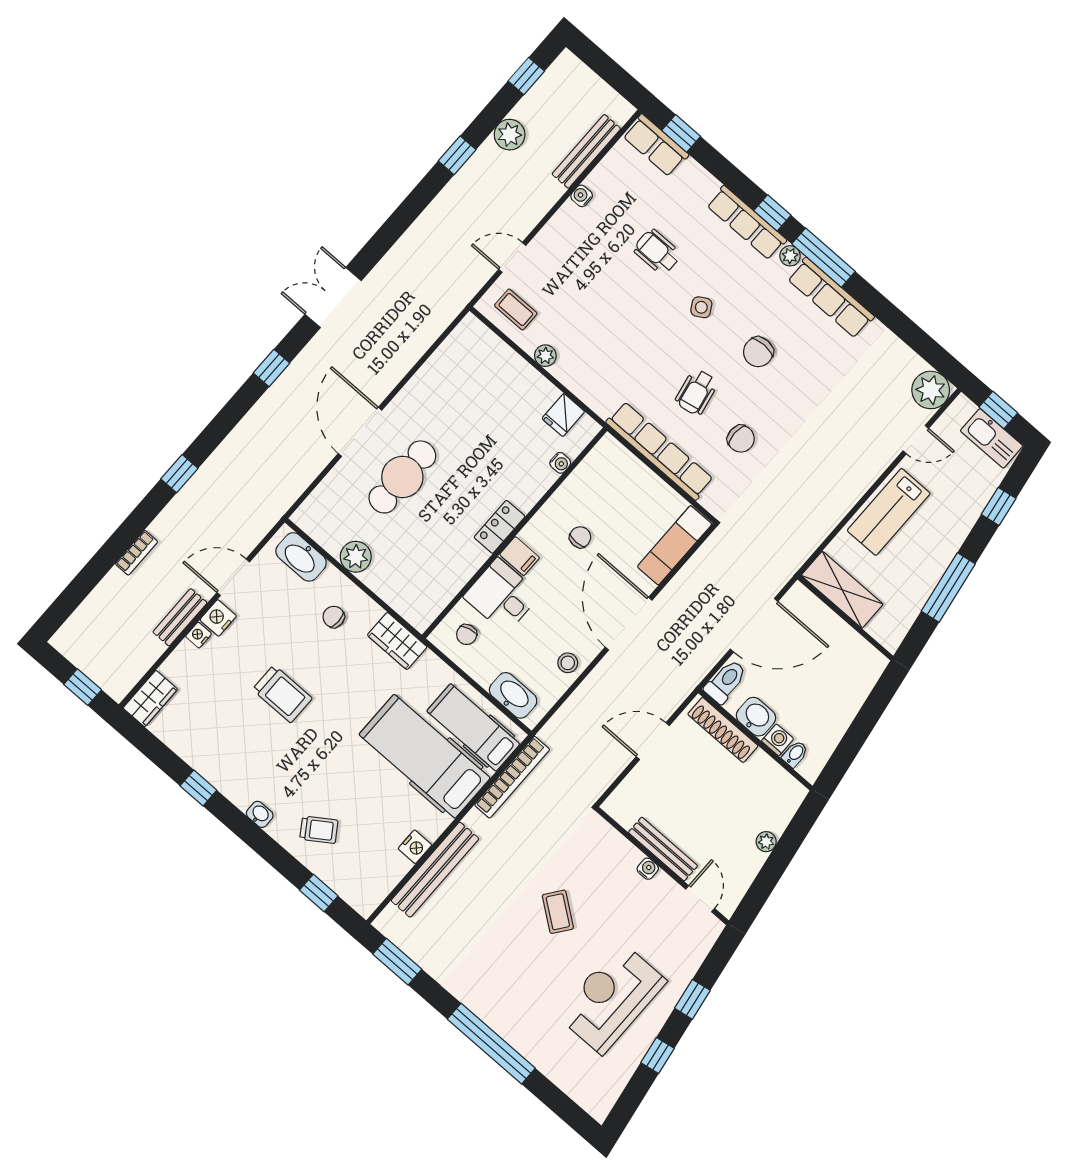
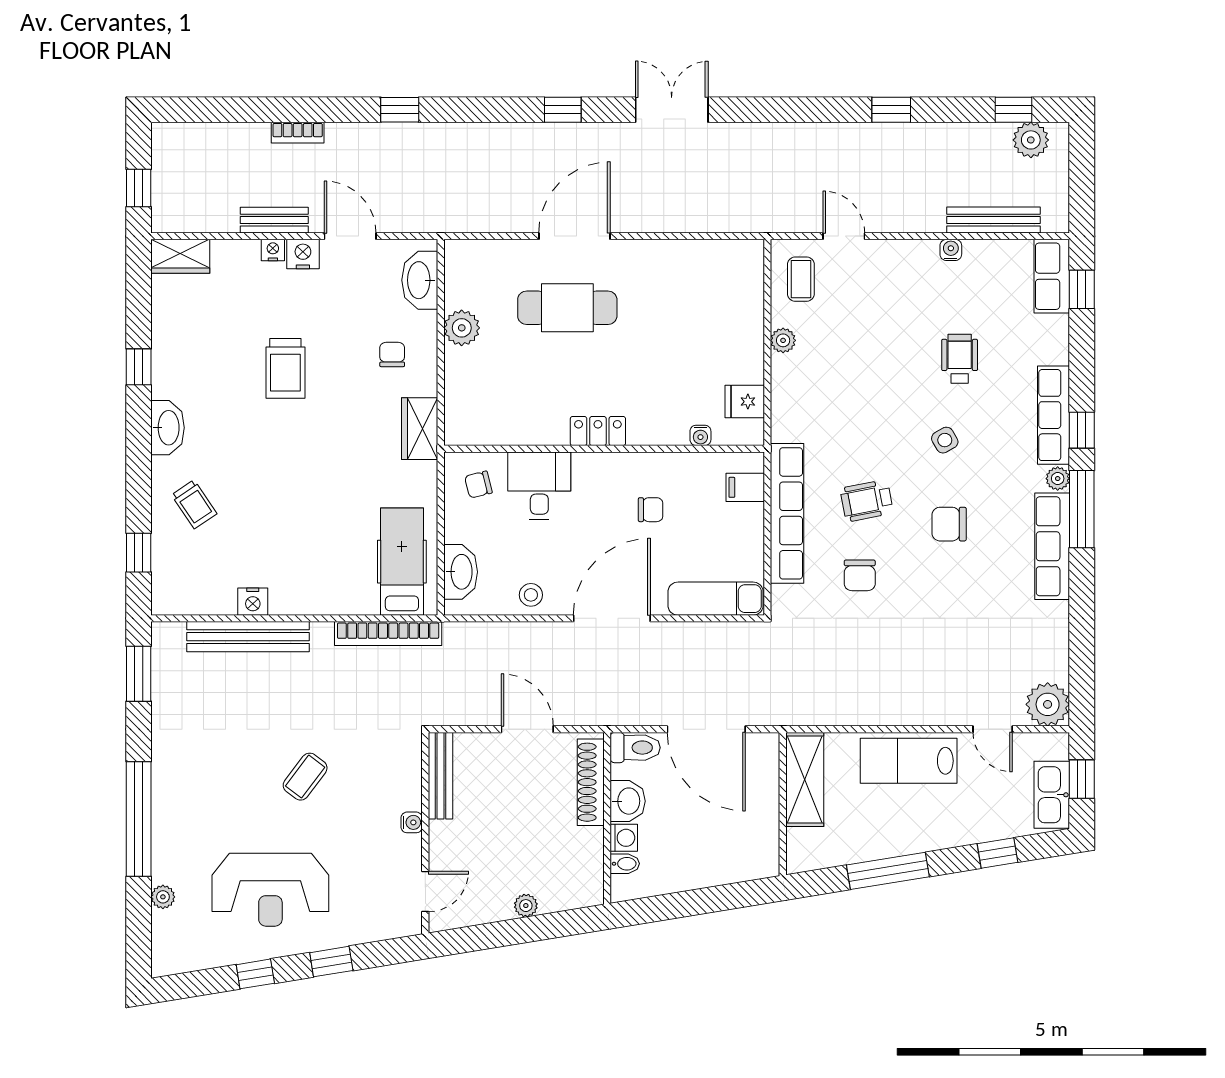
plant: (510, 135) -> (1031, 140), moved
filing cabinet: (520, 556) -> (745, 487), moved, turned 90
hospital bed: (425, 756) -> (340, 541), removed
washbasin: (260, 814) -> (168, 428), width x1.91, depth x1.45
bench: (663, 849) -> (441, 776), moved
reception desk: (611, 998) -> (270, 890), turned 180
plant: (555, 1072) -> (163, 897), added

